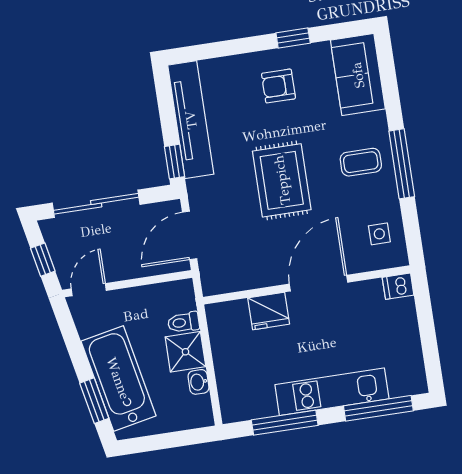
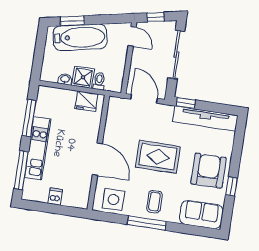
armchair: (278, 86) -> (208, 171), width x1.88, depth x1.88
side table: (379, 234) -> (113, 200), width x1.87, depth x1.87
dishwasher: (398, 286) -> (55, 197), moved
fridge: (269, 311) -> (86, 101), moved, turned -90

